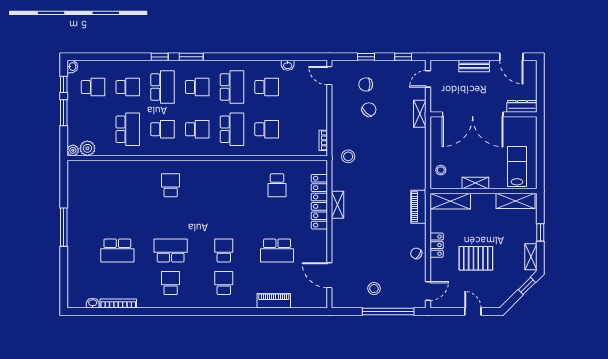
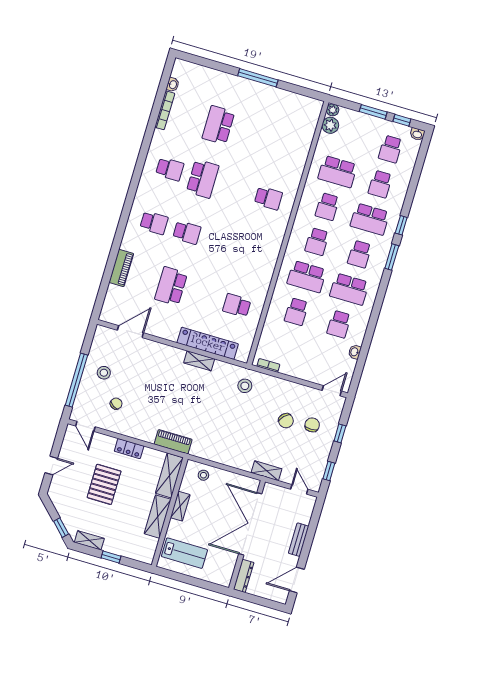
shelving: (516, 201) -> (158, 517), moved
chair: (416, 253) -> (116, 404), moved

